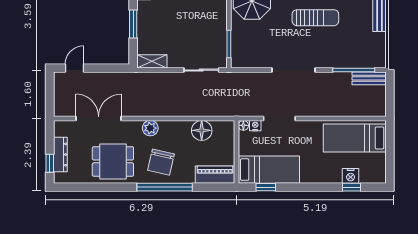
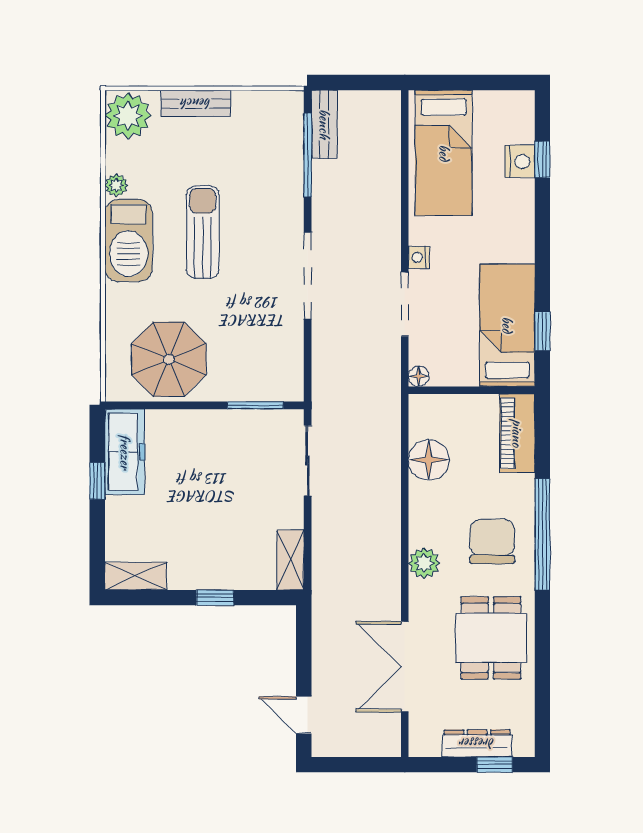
window: (133, 24) -> (215, 598), width x0.67
nightstand: (255, 126) -> (419, 257), moved
chair: (161, 162) -> (492, 541), turned -103

